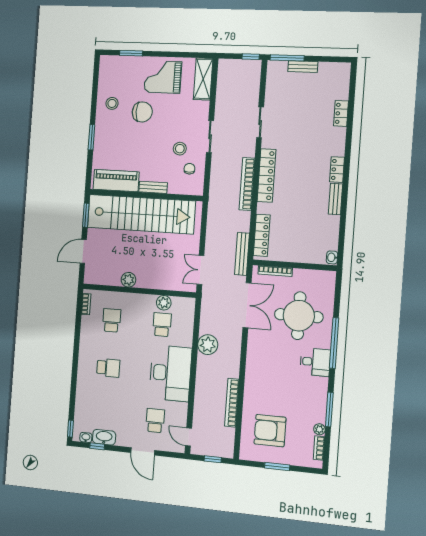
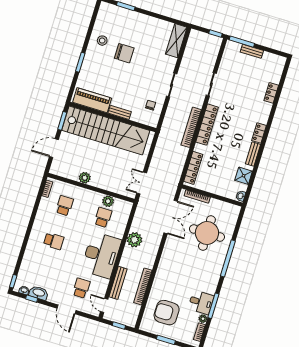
grand piano: (163, 77) -> (146, 31), removed
stool: (180, 149) -> (147, 88), removed
shower: (330, 230) -> (244, 176), added
bench: (242, 254) -> (118, 283), moved
desk: (315, 362) -> (201, 302), moved

